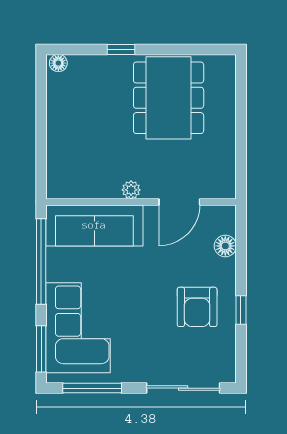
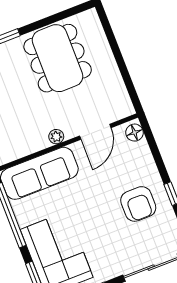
floor lamp: (225, 246) -> (134, 133), moved

